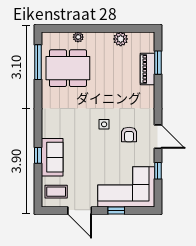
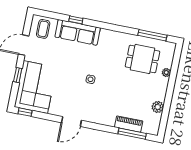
window: (158, 63) -> (132, 134), width x1.44
dining table: (68, 68) -> (142, 59), width x0.73
armchair: (129, 135) -> (78, 98), removed
sofa: (52, 157) -> (78, 32), width x1.36
window: (158, 171) -> (25, 112), moved

